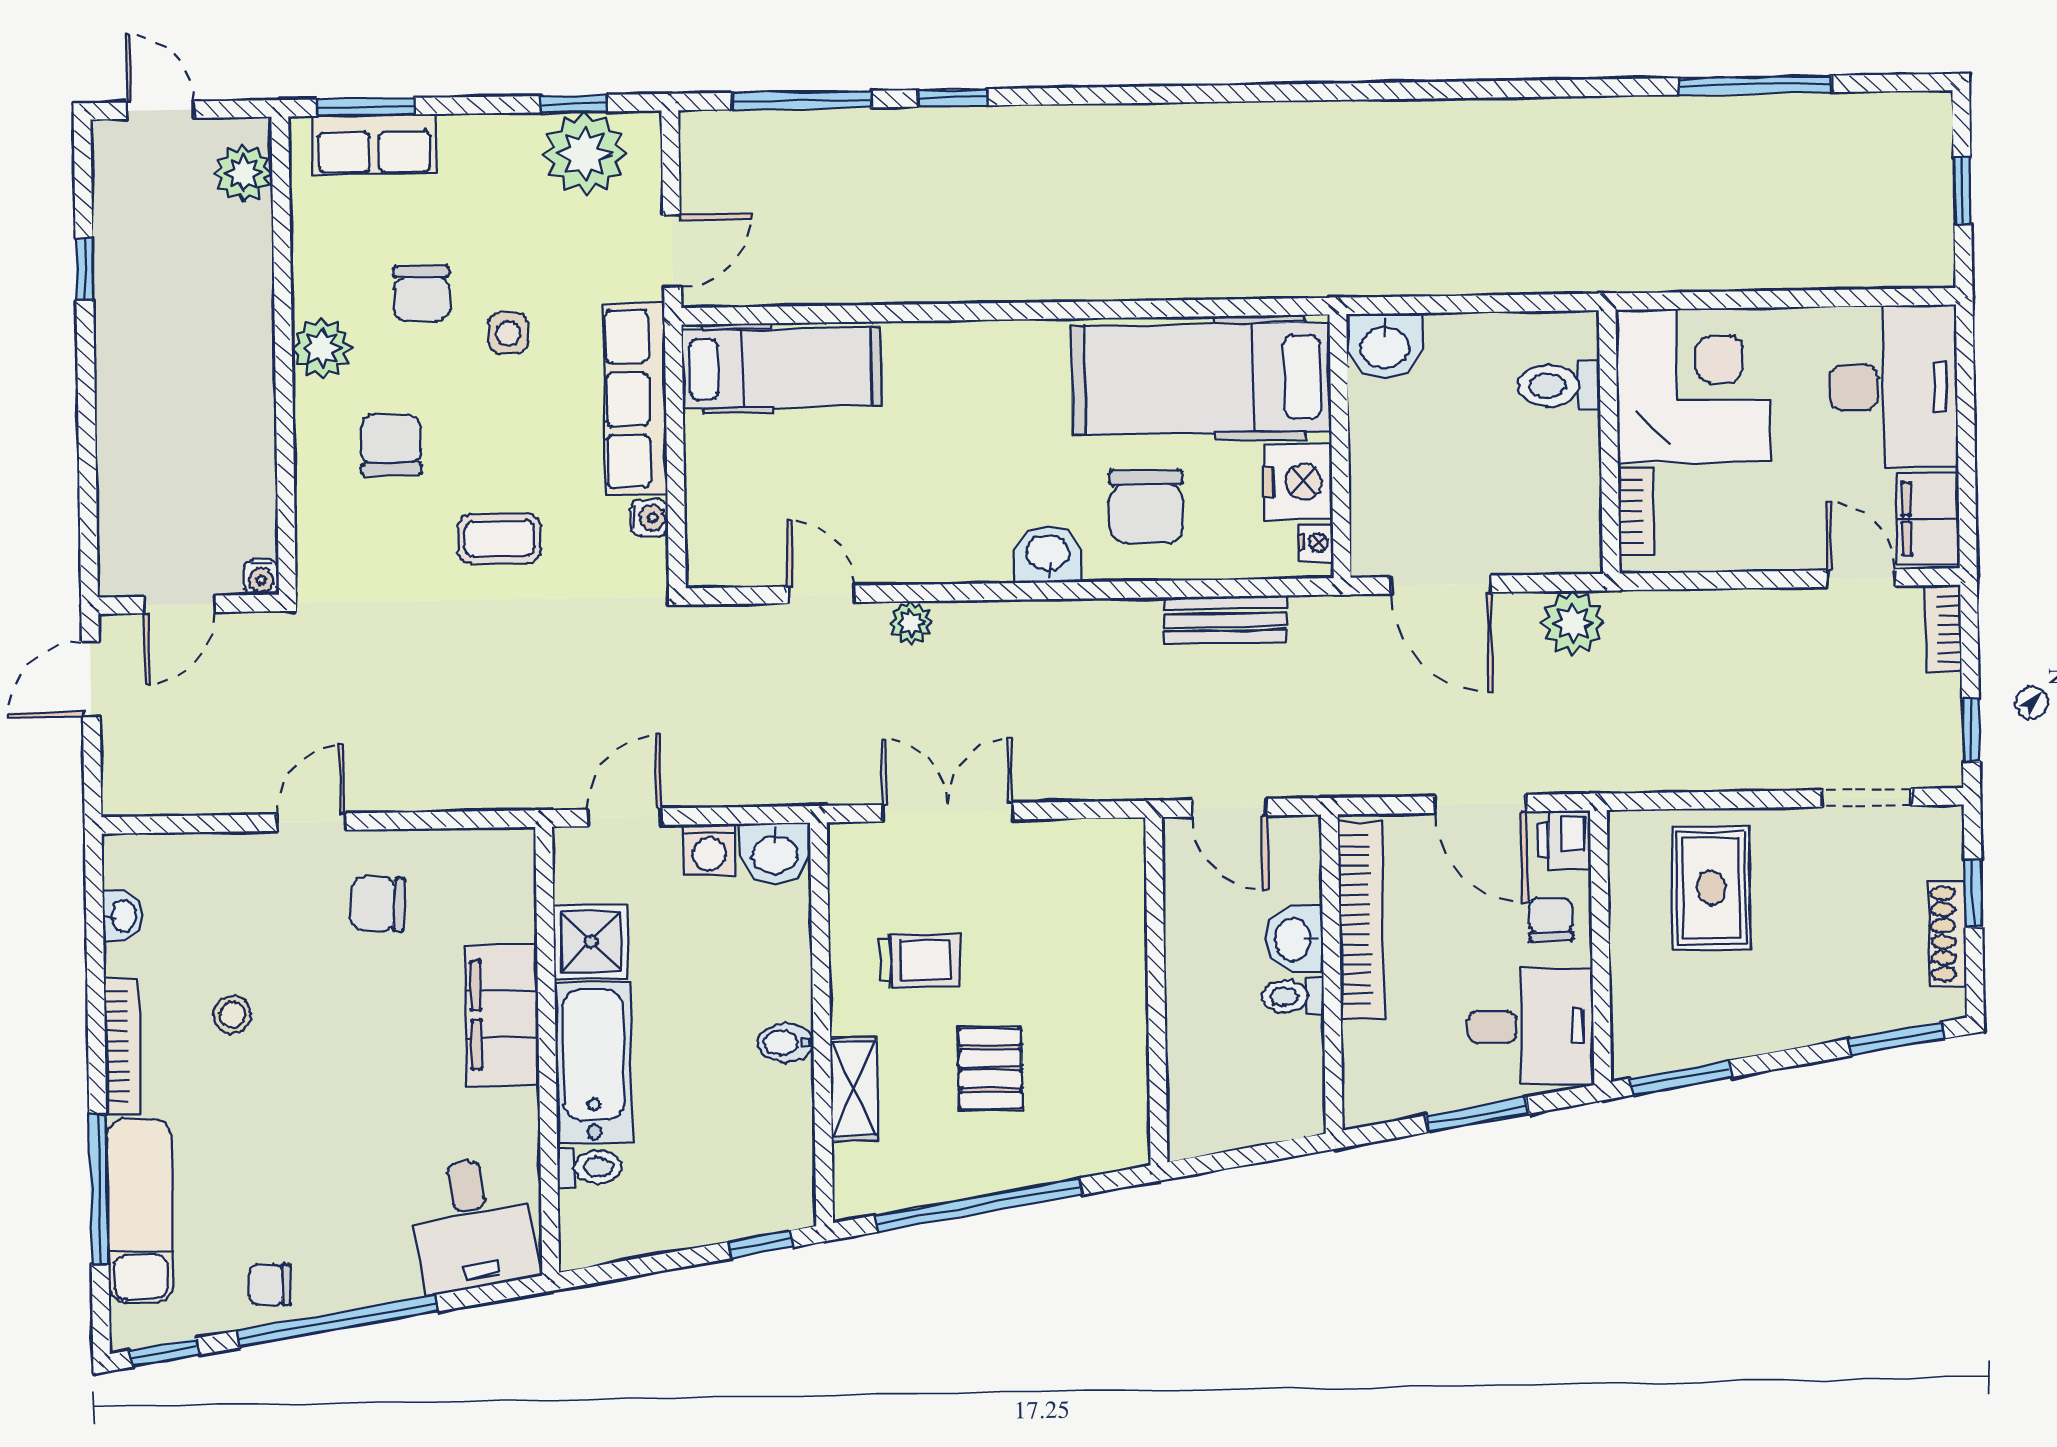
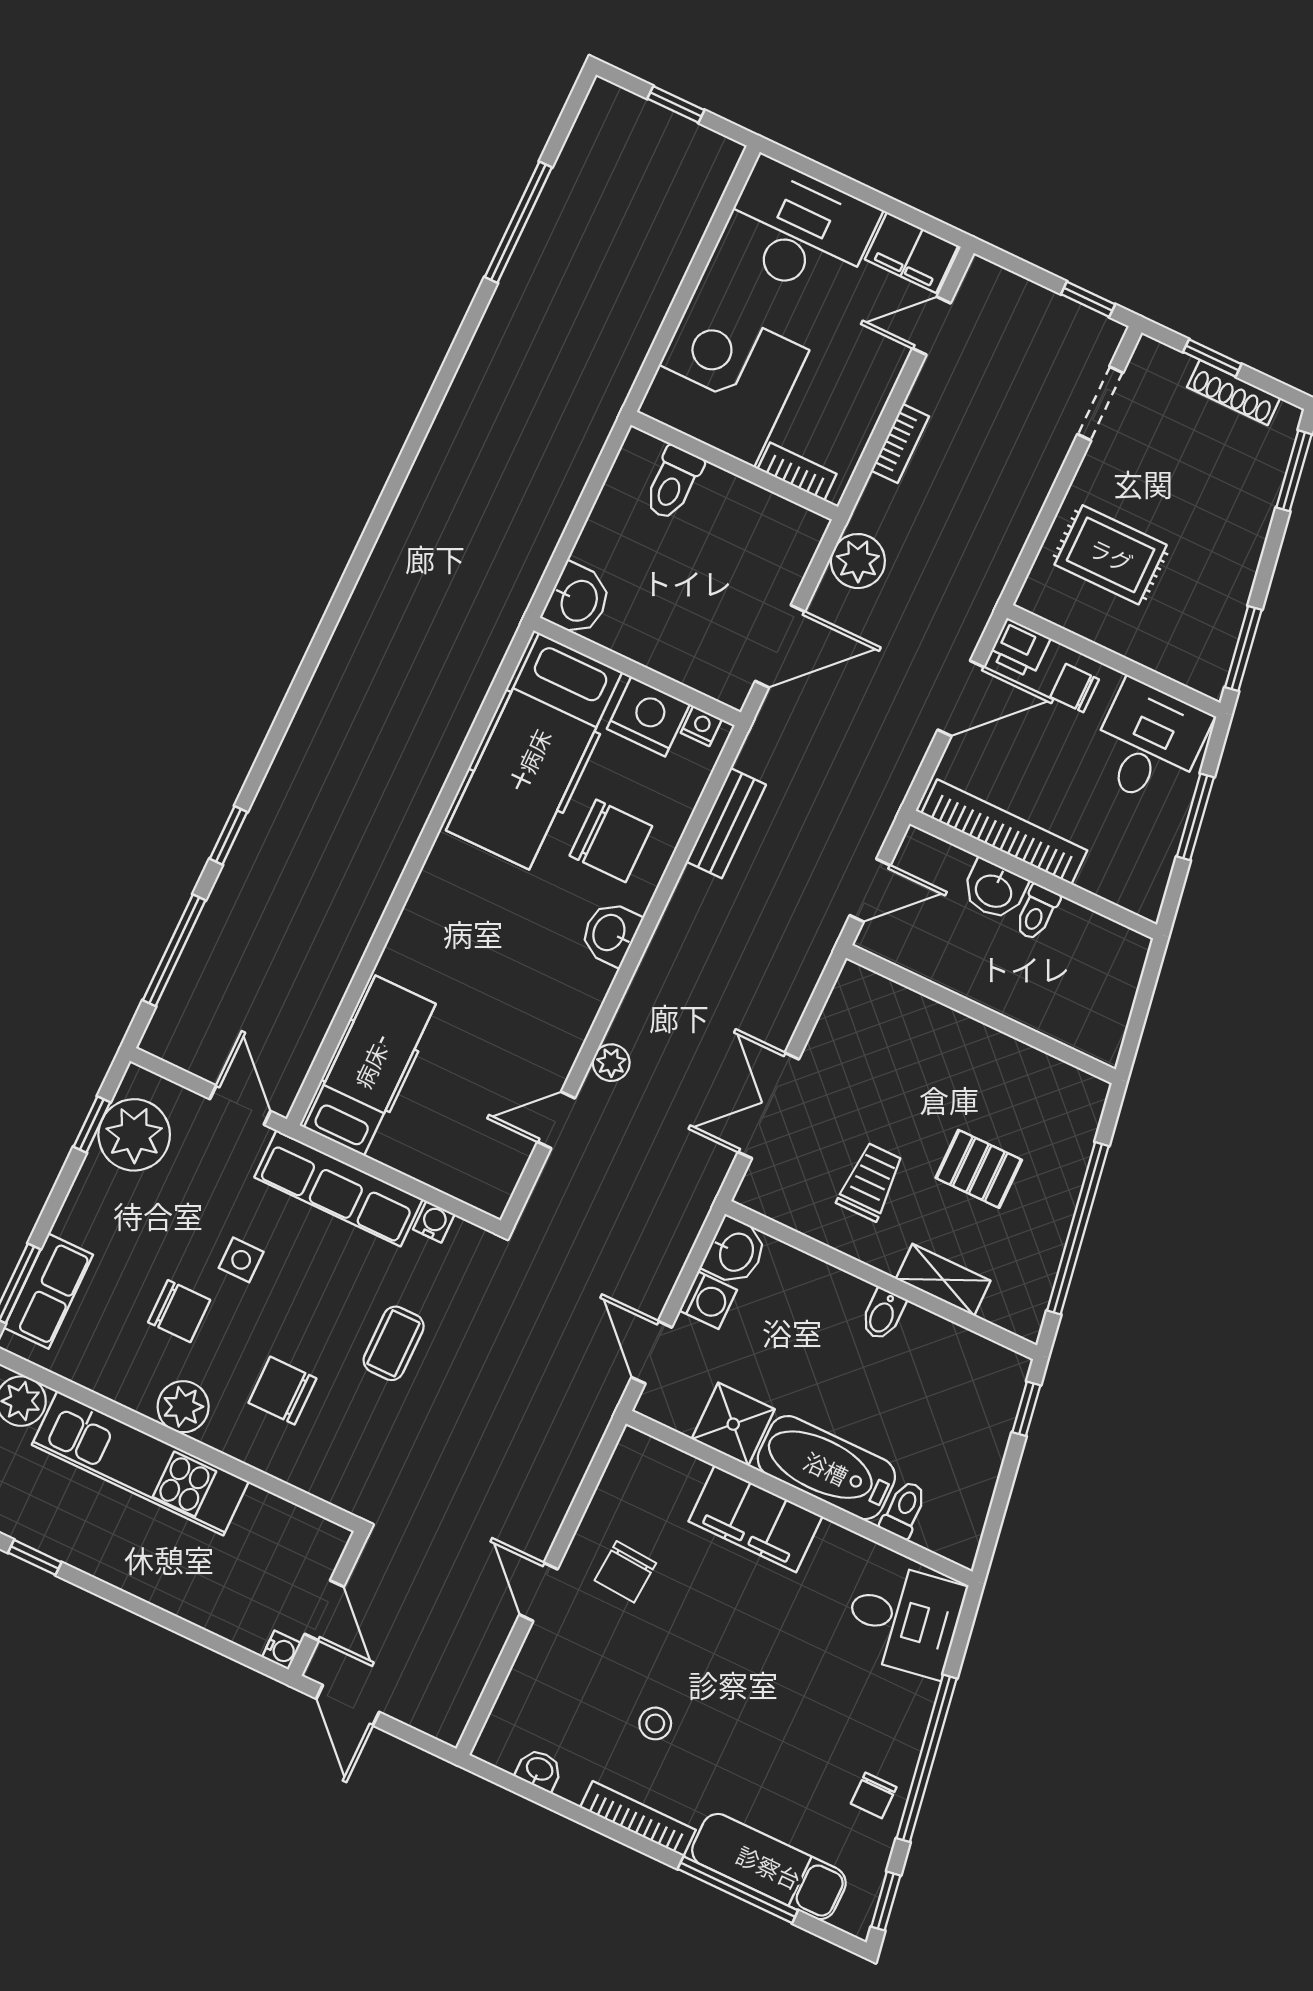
kitchen unit: (240, 332) -> (140, 1463), added
water cooler: (261, 577) -> (282, 1650), moved
bookcase: (1943, 629) -> (900, 443), moved, turned -90

